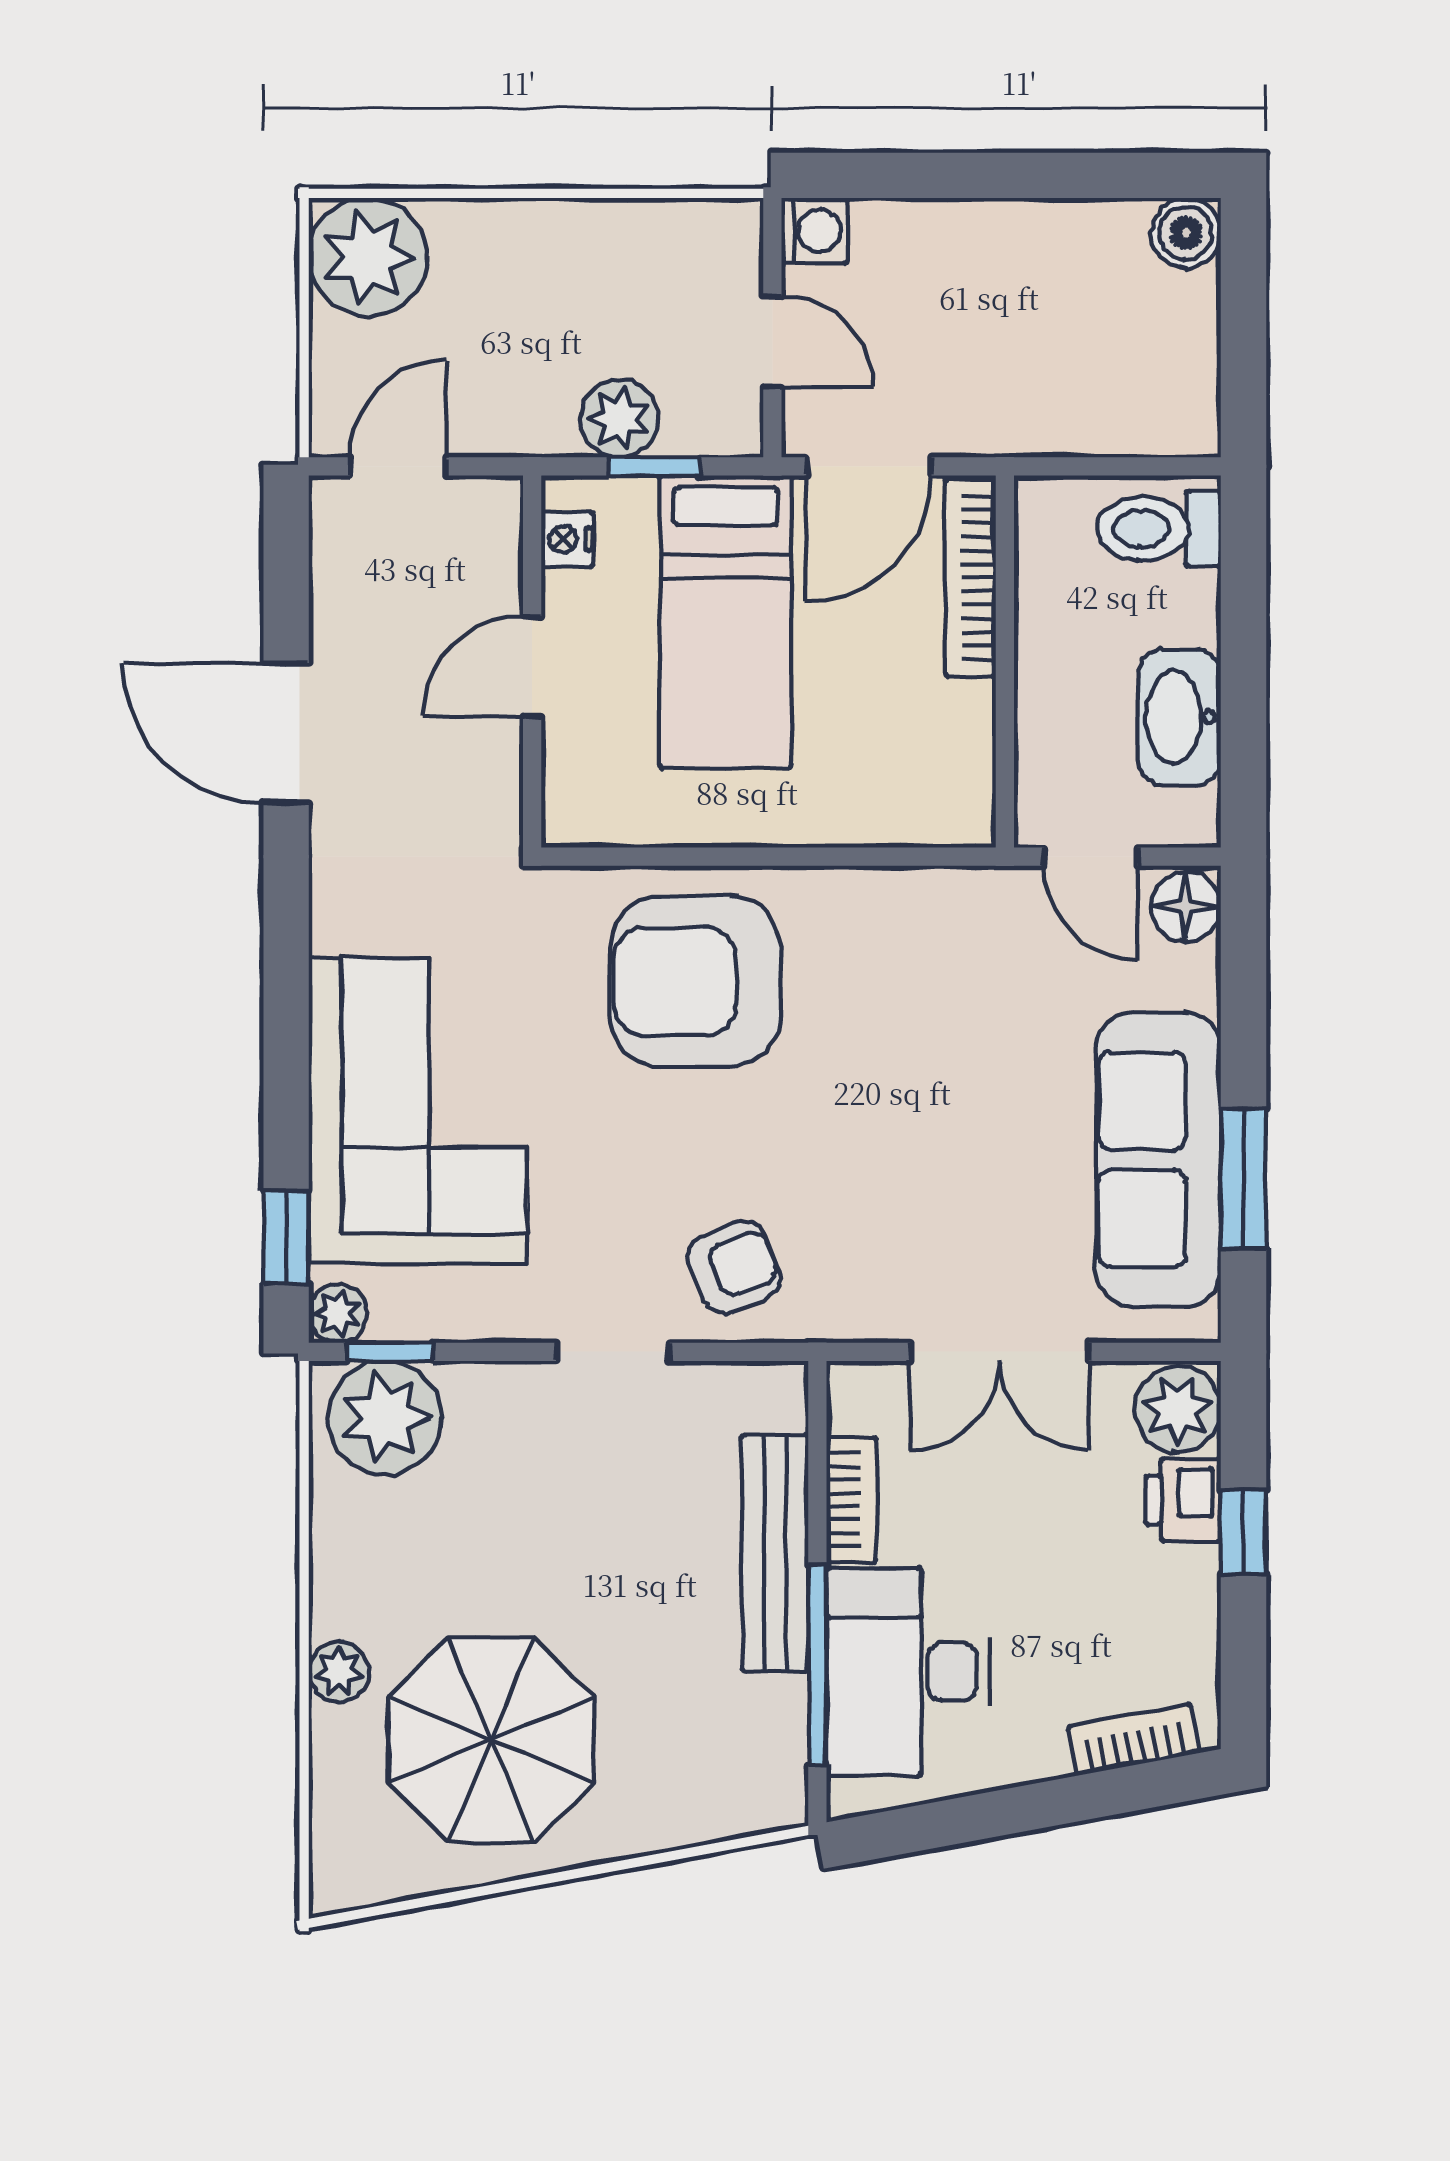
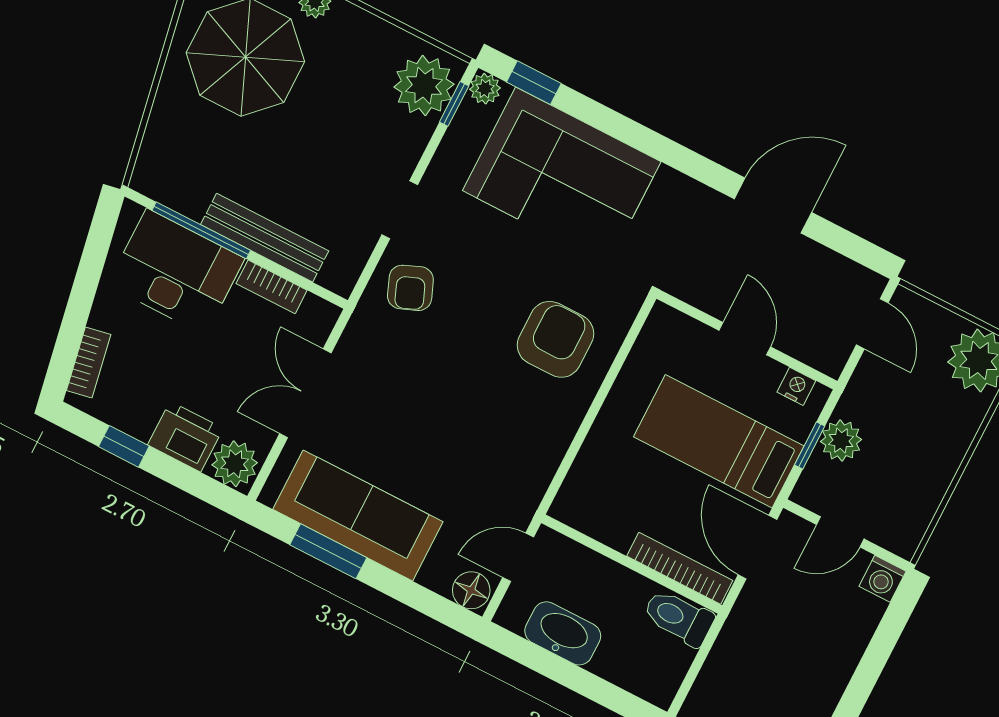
toilet: (1159, 529) -> (679, 618), moved, turned -90
armchair: (695, 981) -> (555, 339), width x0.73, depth x0.73
printer: (1184, 1500) -> (185, 437), width x1.36, depth x1.24
window: (1243, 1532) -> (124, 446), moved

